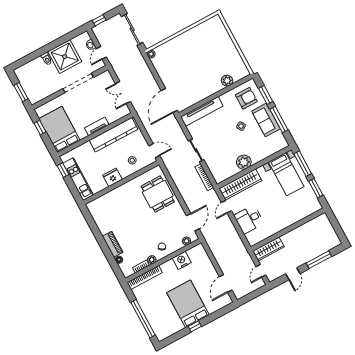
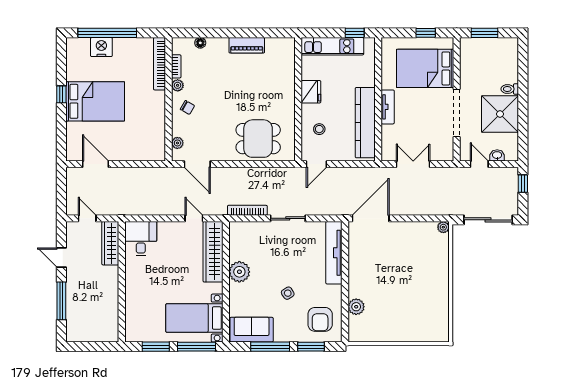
door: (169, 101) -> (371, 218), hinge flipped
sofa: (266, 120) -> (252, 330), moved
bed: (59, 129) -> (425, 68), moved, turned 180
desk: (249, 219) -> (141, 239), moved
piano: (113, 244) -> (247, 45), moved
nightstand: (182, 260) -> (101, 47), moved, turned -90

